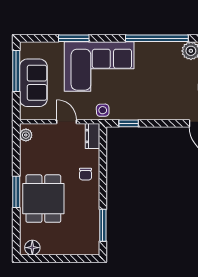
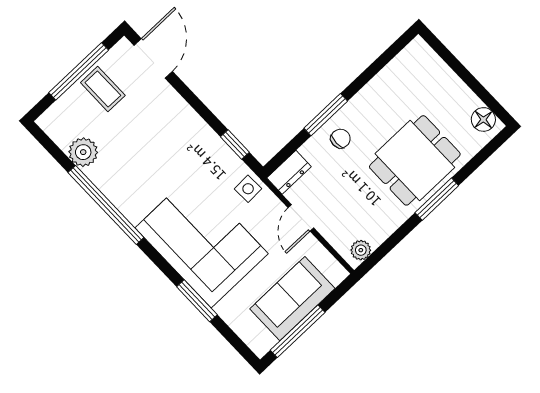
window: (103, 225) -> (326, 115), moved

